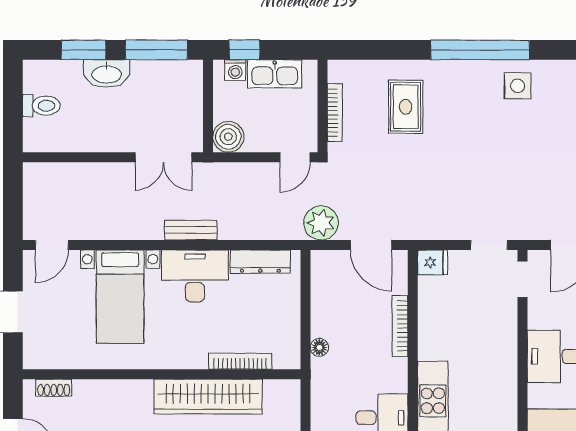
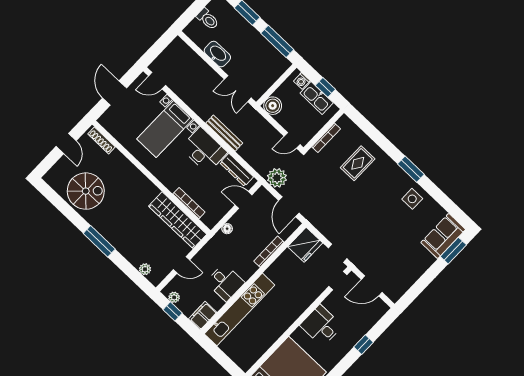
window: (244, 50) -> (325, 87), moved
window: (480, 50) -> (411, 169), width x0.47
washbasin: (107, 74) -> (217, 54), moved, turned 180
bench: (191, 230) -> (224, 133), width x1.36
fridge: (433, 262) -> (305, 245), width x1.88, depth x1.34
door: (305, 291) -> (244, 200), added
shoe rack: (54, 388) -> (102, 140), width x1.43
wardrobe: (208, 397) -> (178, 220), moved

